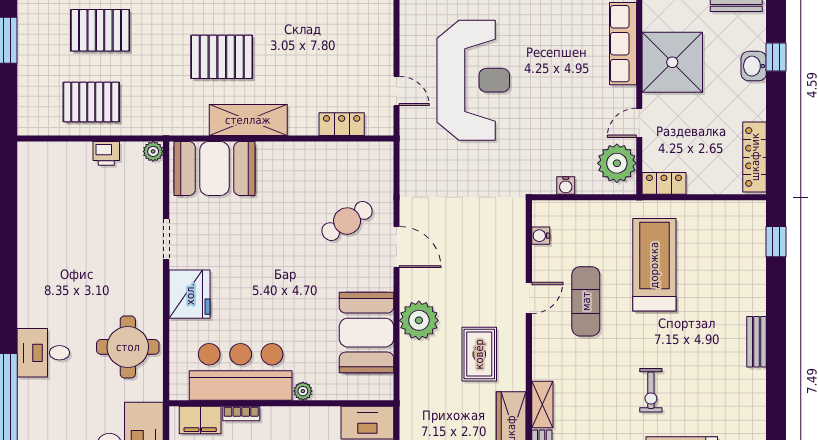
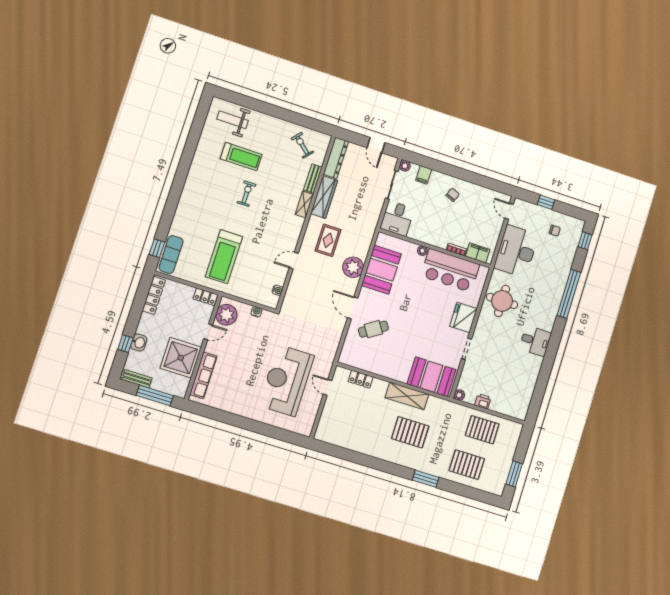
exercise mat: (586, 301) -> (171, 255), moved
bench: (757, 342) -> (184, 200), removed
desk: (43, 353) -> (535, 341), moved

